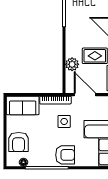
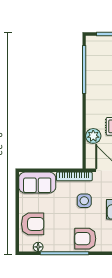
armchair: (19, 142) -> (33, 224), turned -90
armchair: (65, 155) -> (85, 239), turned 180

